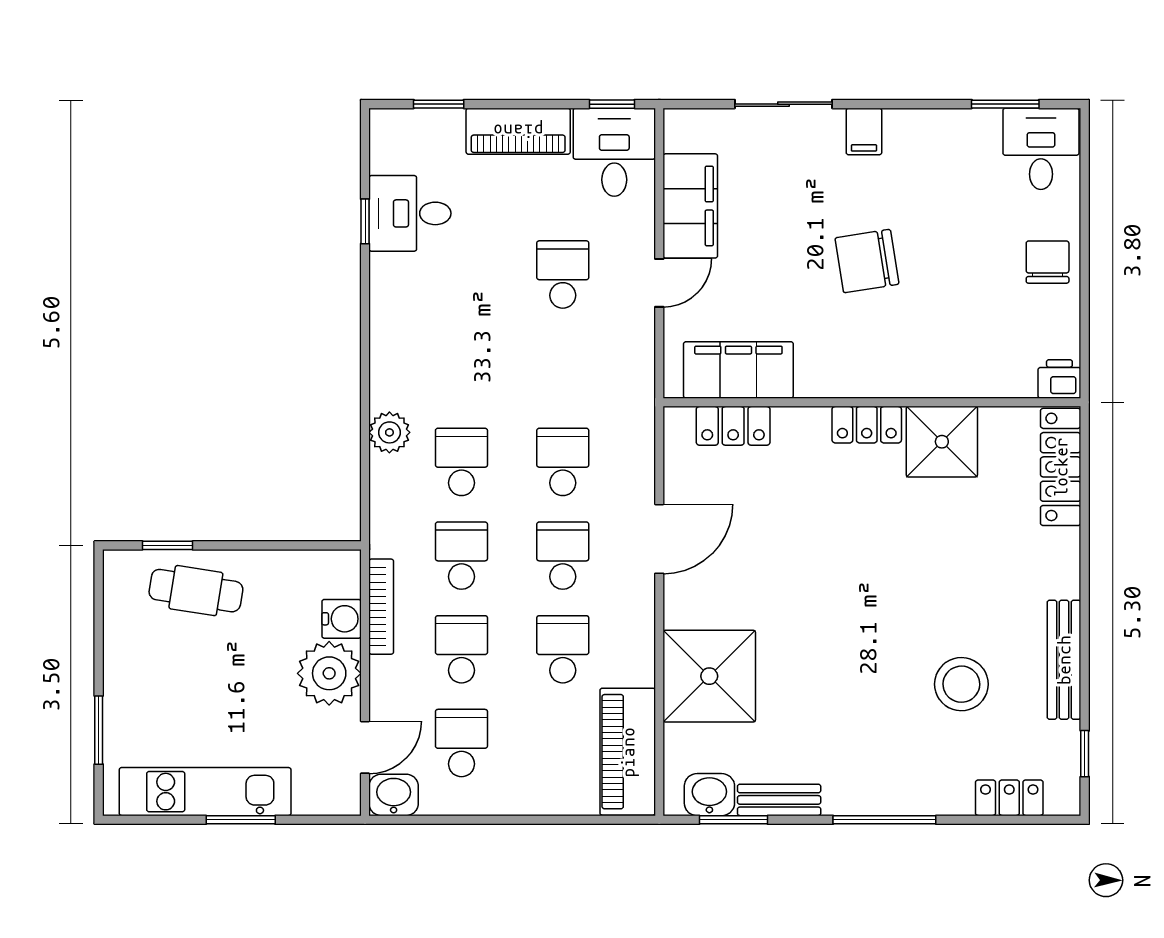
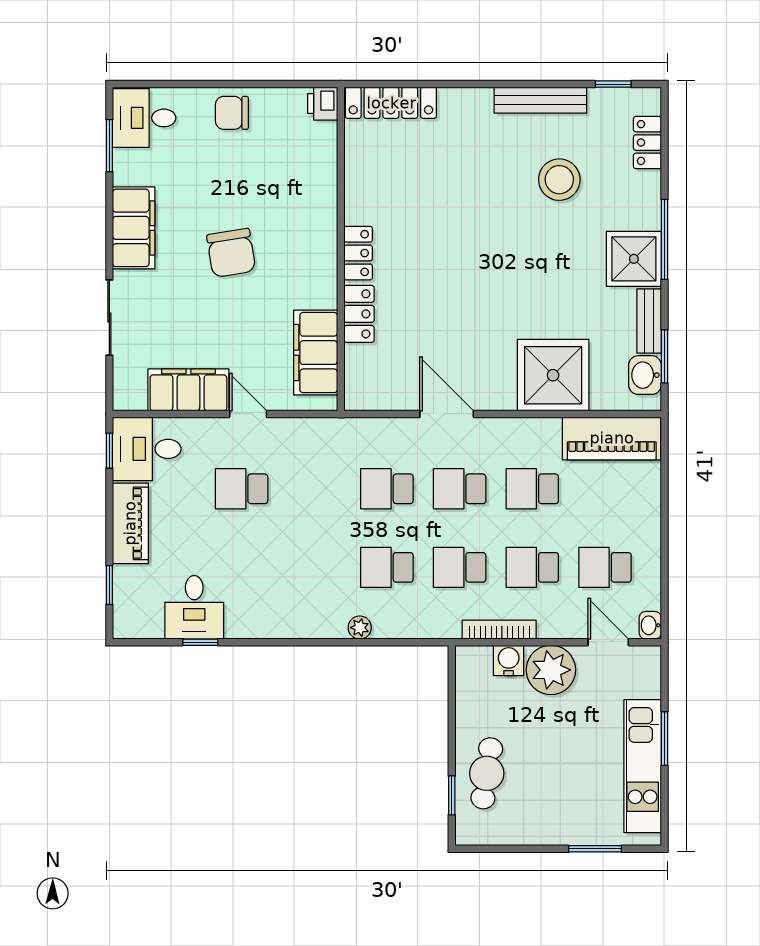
filing cabinet: (864, 131) -> (134, 228), width x3.00, depth x1.17
locker: (733, 426) -> (359, 314), moved
plant: (389, 432) -> (360, 628), width x0.73, depth x0.73
shower: (942, 442) -> (634, 259), moved
washbasin: (394, 795) -> (650, 625), width x0.72, depth x0.69

